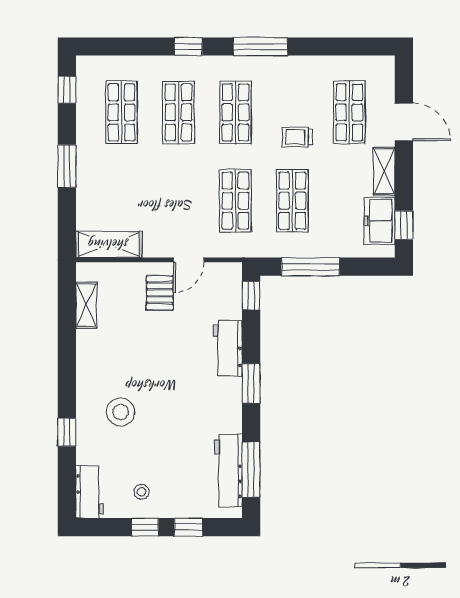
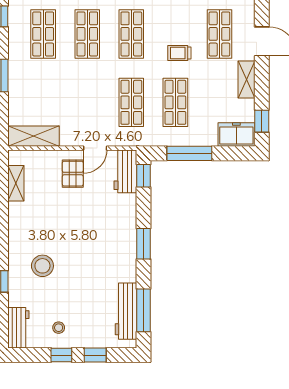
freezer: (379, 221) -> (236, 134), moved, turned 90
workbench: (228, 349) -> (125, 171), moved

